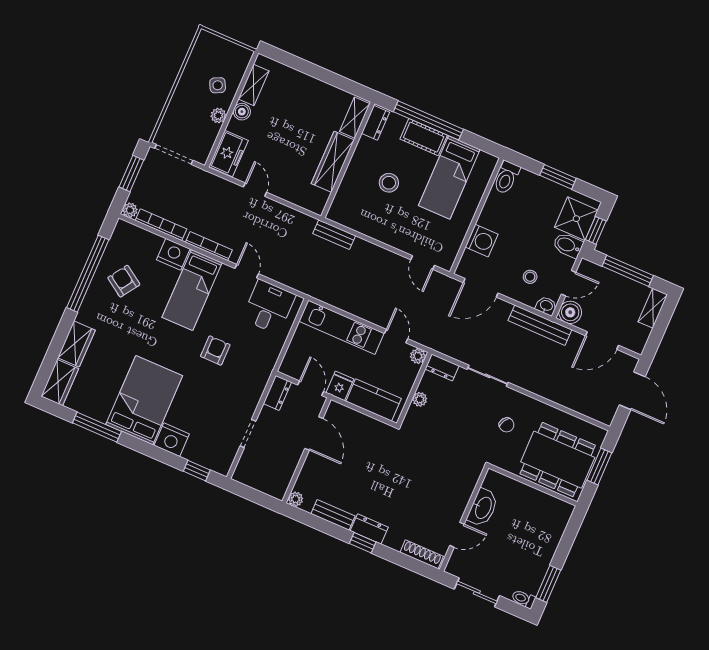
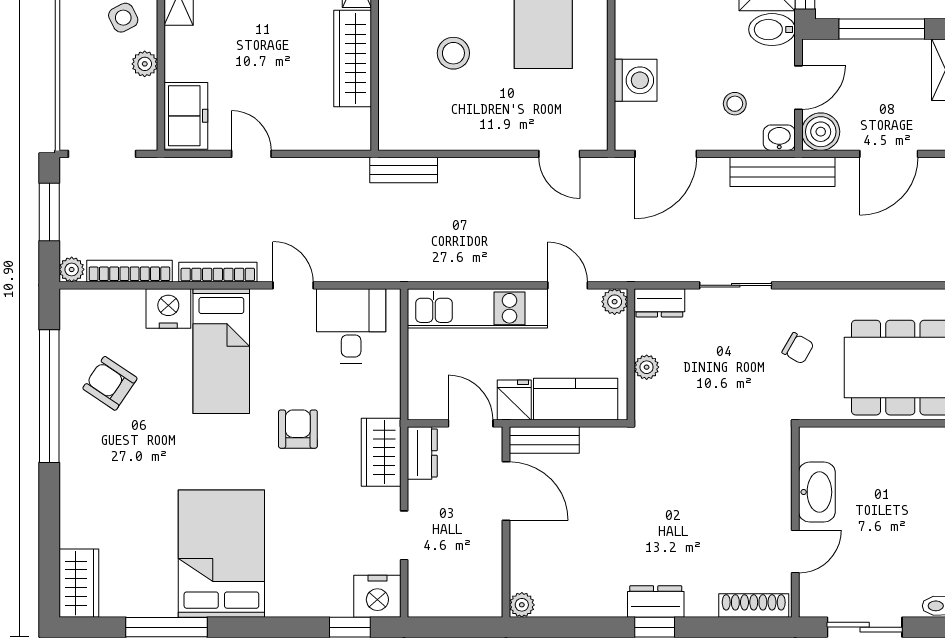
boiler: (242, 112) -> (178, 42), removed
wardrobe: (76, 344) -> (381, 452), moved, turned 180
nightstand: (172, 440) -> (377, 596), moved
bench: (333, 515) -> (544, 440), moved

